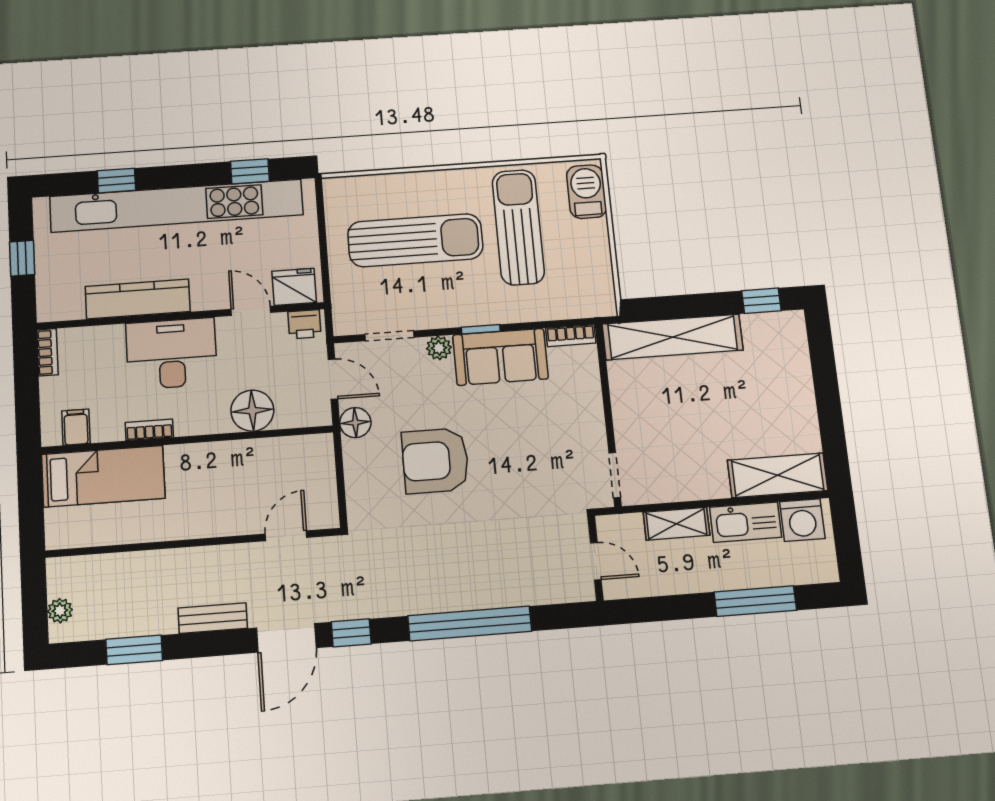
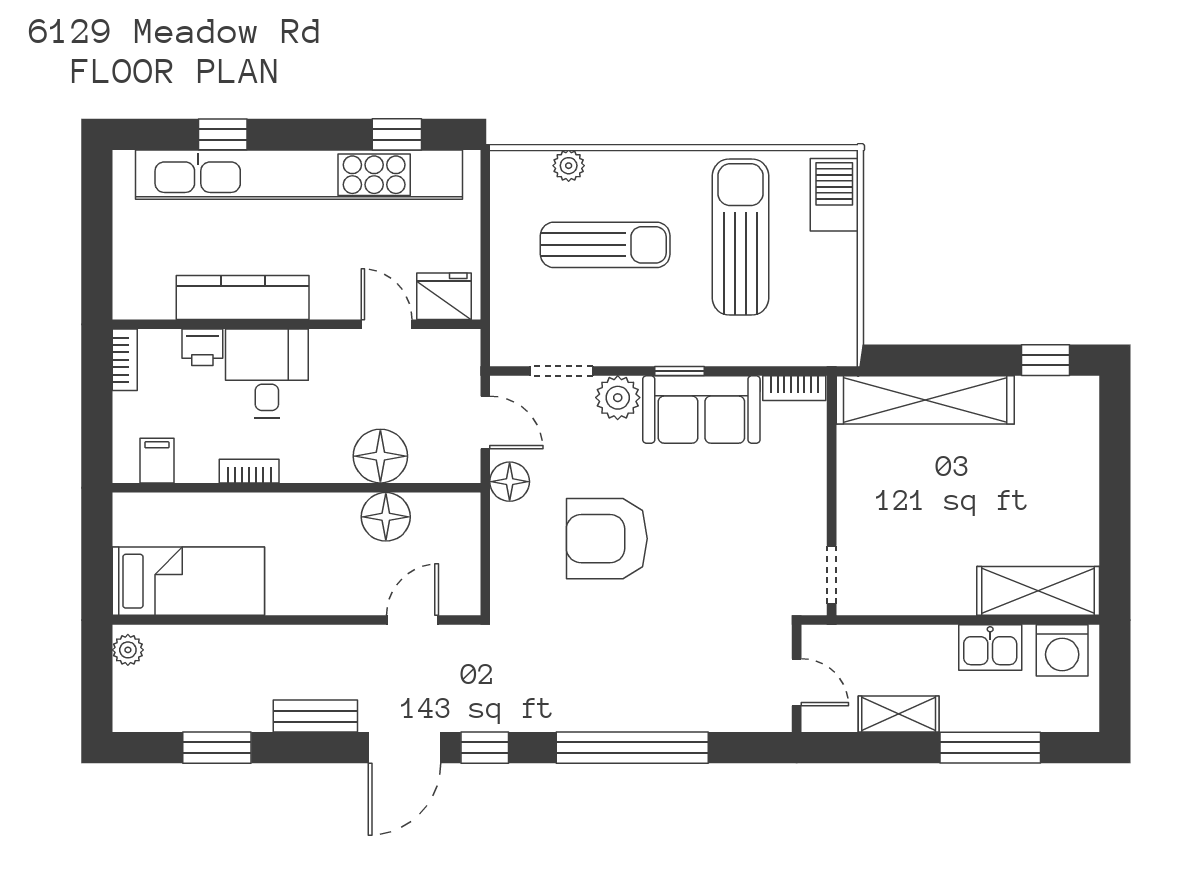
plant: (383, 185) -> (569, 166), added
sun lounger: (415, 240) -> (605, 245), width x0.73, depth x0.75
window: (22, 258) -> (97, 231), removed
printer: (304, 324) -> (202, 347), moved
plant: (439, 348) -> (618, 398), width x1.38, depth x1.38
desk: (172, 354) -> (267, 373), width x0.73
floor lamp: (260, 457) -> (386, 517), added
bed: (103, 476) -> (188, 581), moved
kitchen sink: (746, 522) -> (990, 647), width x0.73
shelving: (676, 524) -> (899, 714), moved
plant: (60, 611) -> (128, 650), moved

